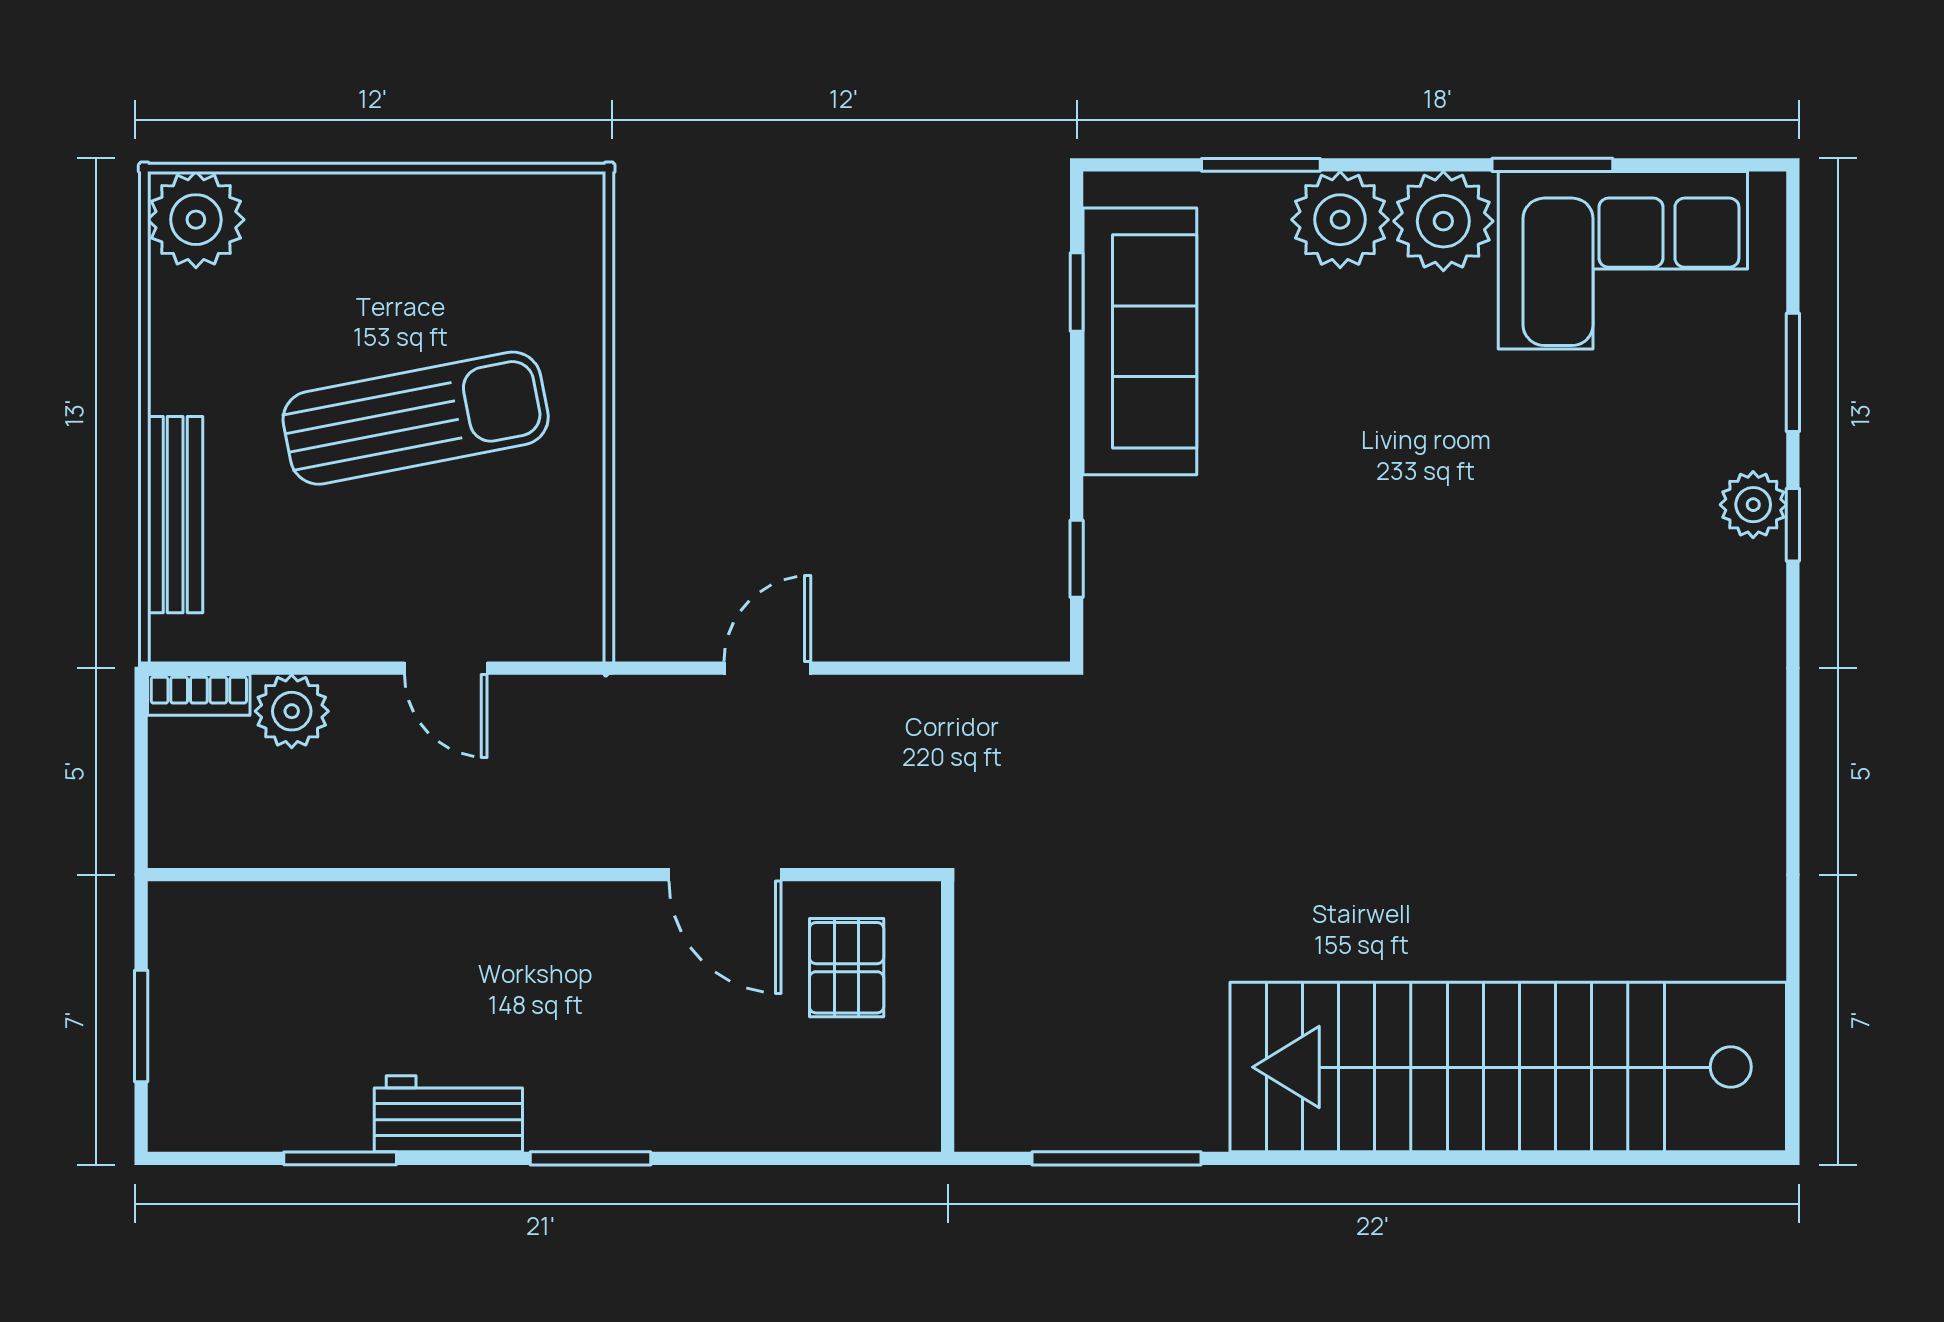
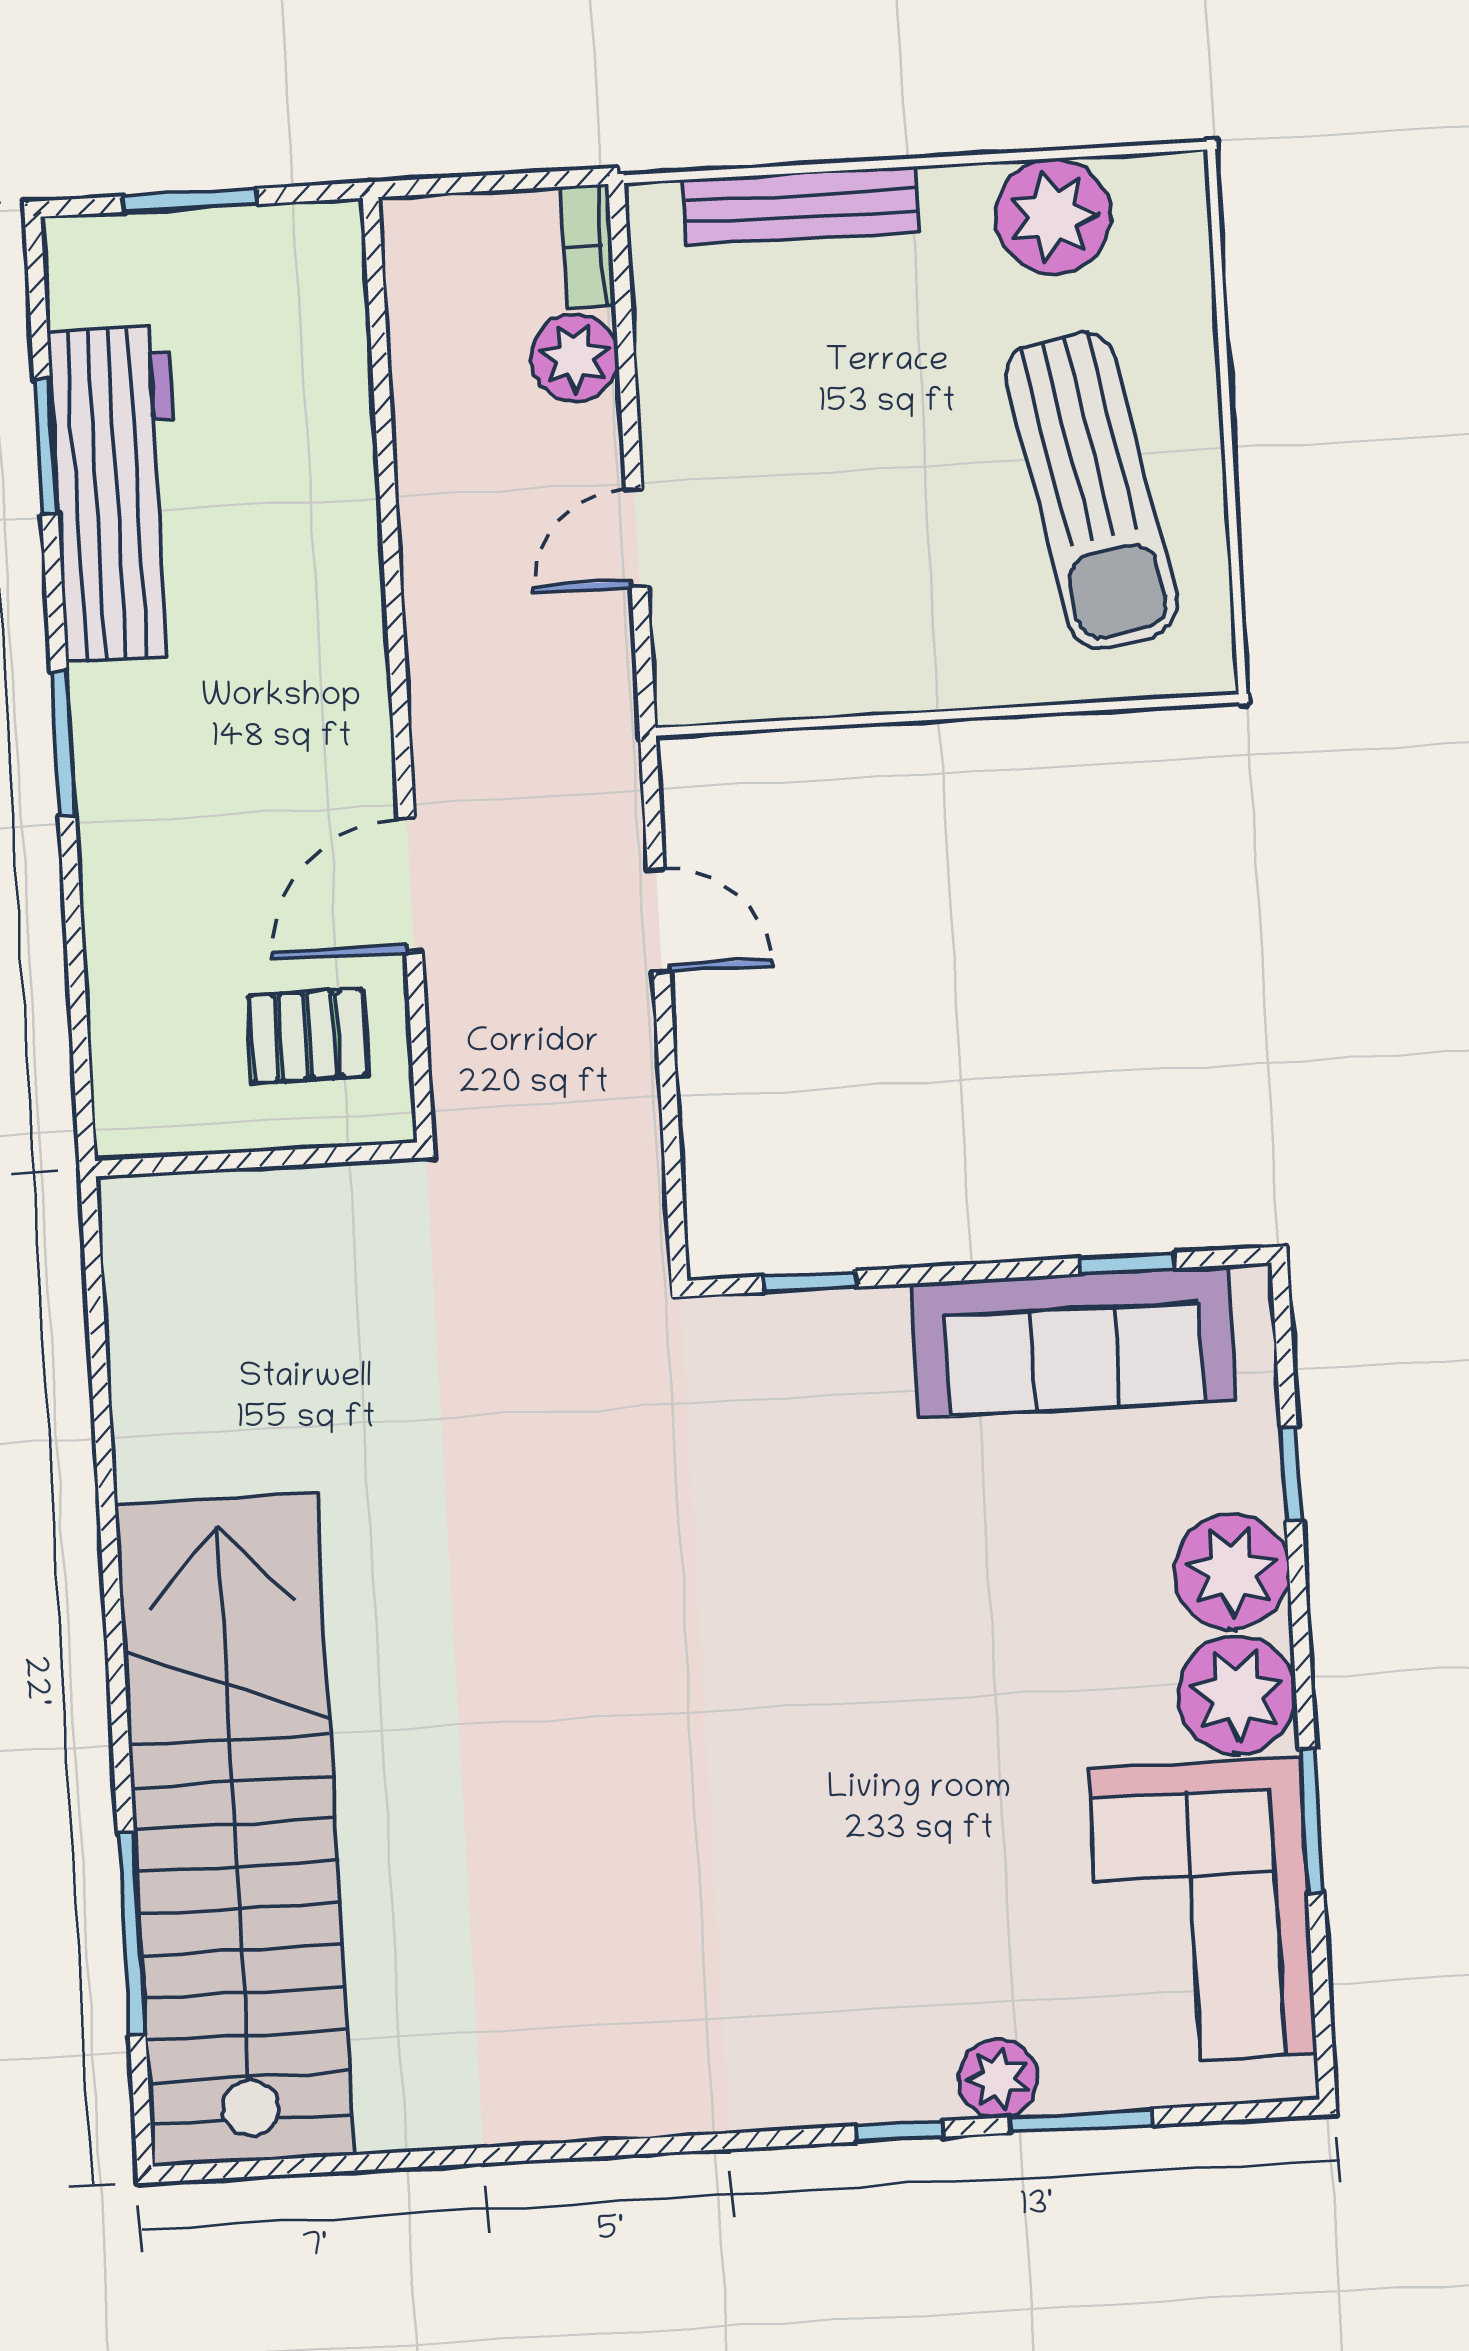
window: (1261, 165) -> (1291, 1474), width x0.67
plant: (196, 220) -> (1053, 216), moved
sun lounger: (416, 418) -> (1092, 490), moved
plant: (1753, 505) -> (998, 2078), moved
workbench: (448, 1114) -> (117, 494), width x1.88, depth x1.32
window: (1116, 1158) -> (132, 1934), moved

